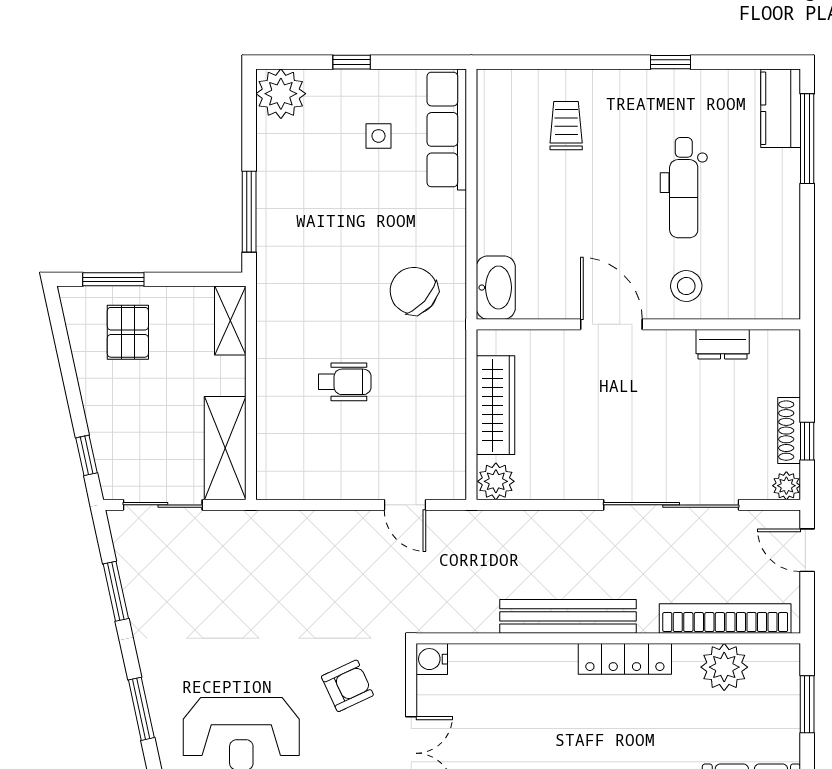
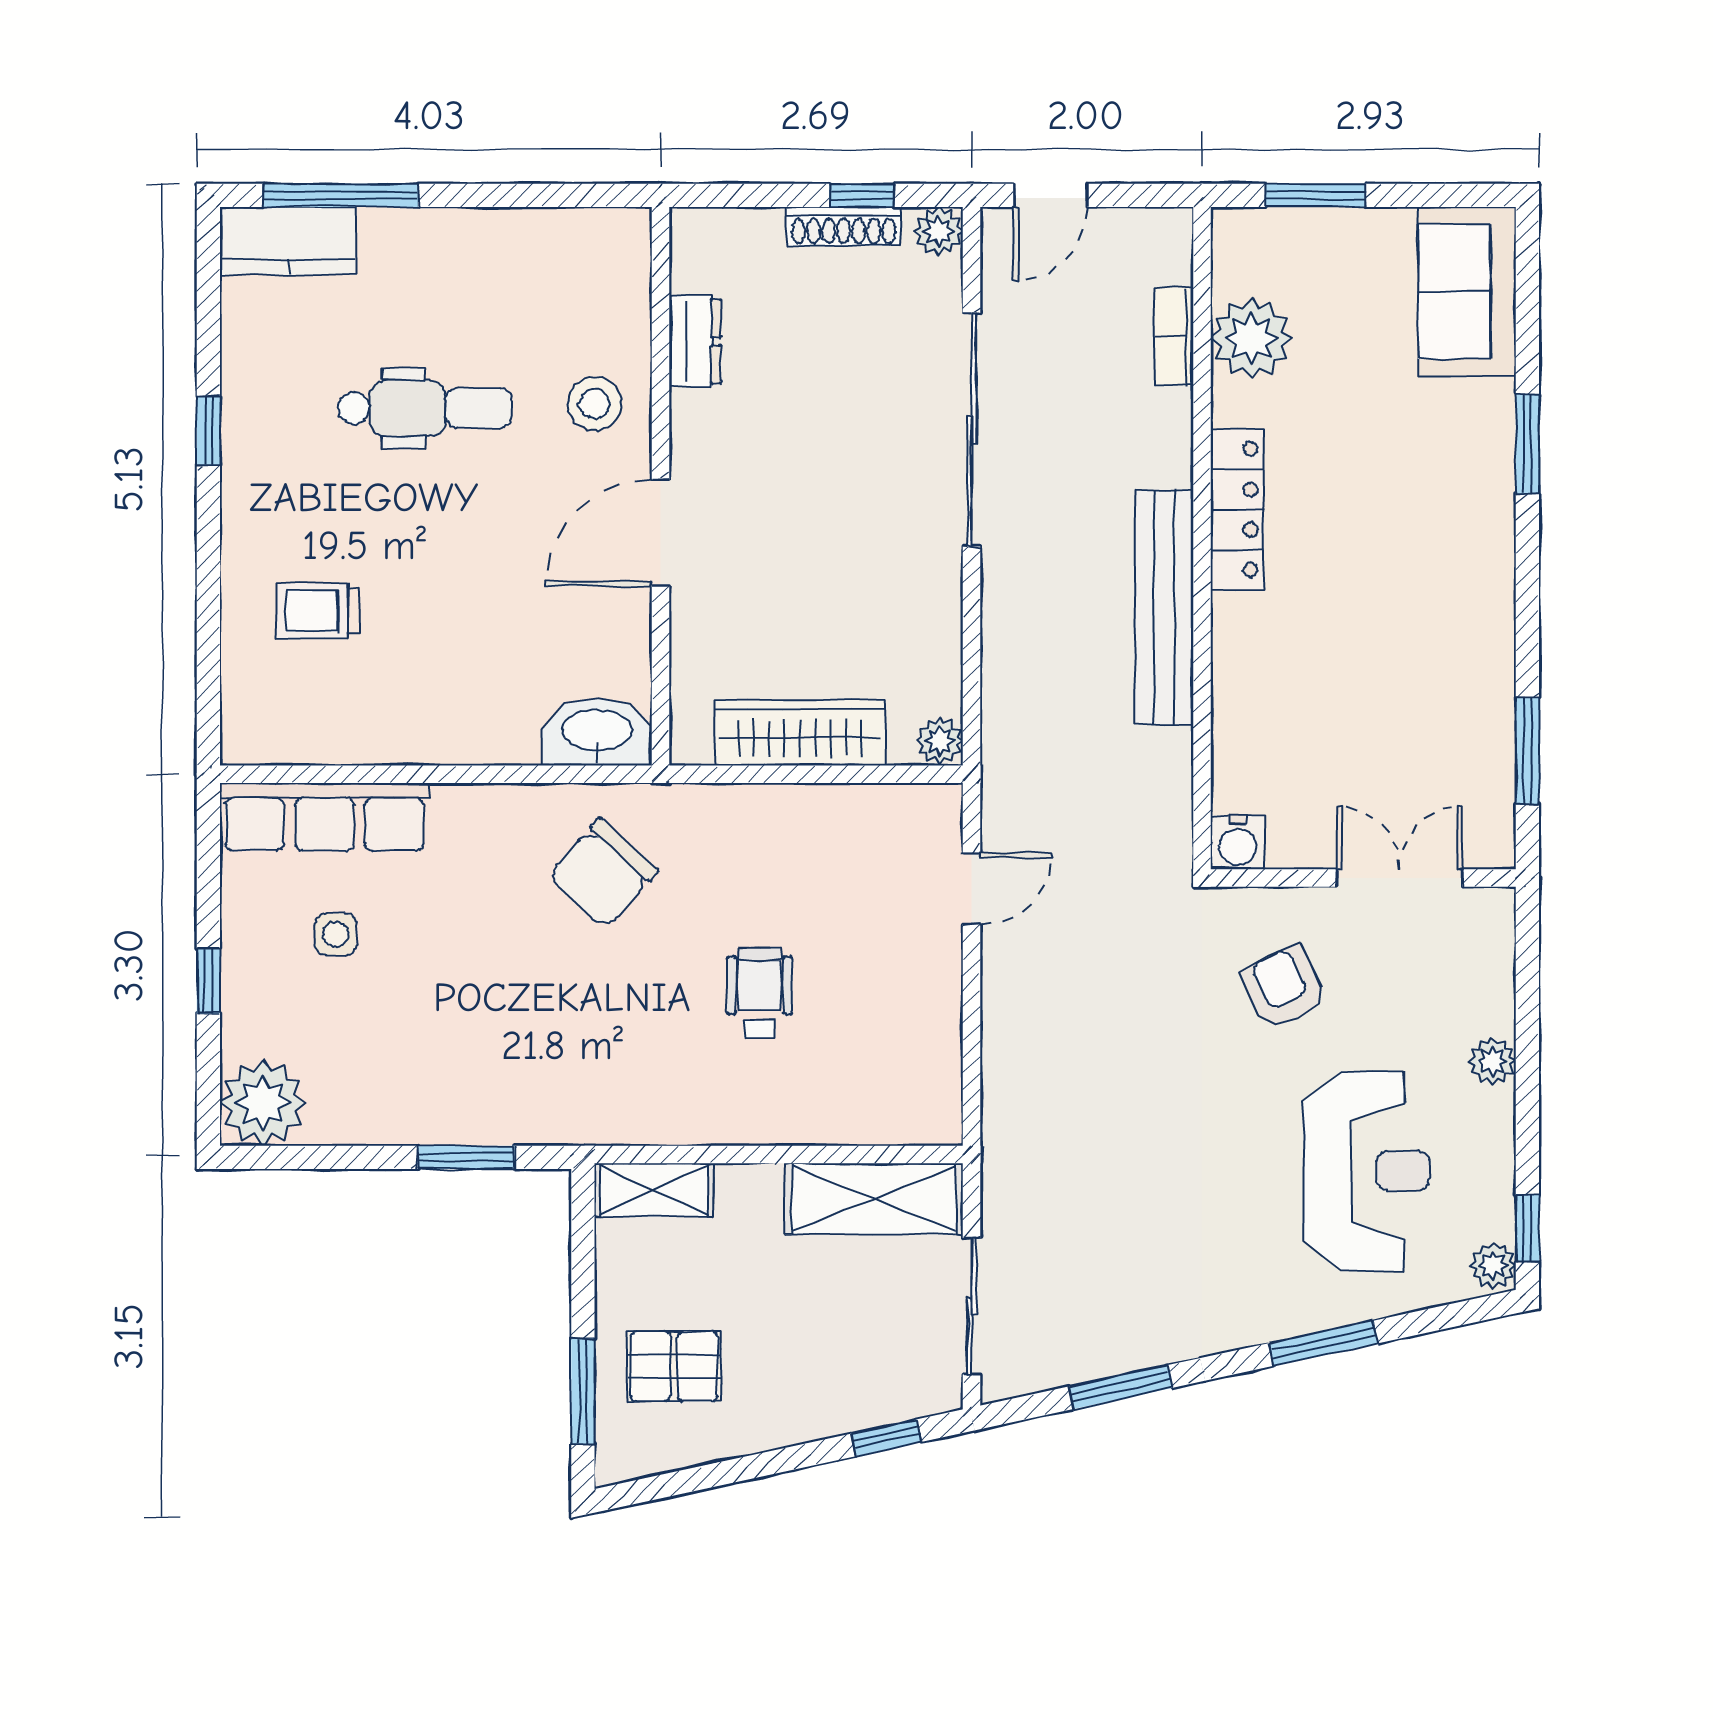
window: (249, 212) -> (466, 1157), width x0.69
plant: (496, 481) -> (940, 741), width x0.73, depth x0.73
bookcase: (725, 618) -> (1174, 337), width x0.43, depth x0.76

